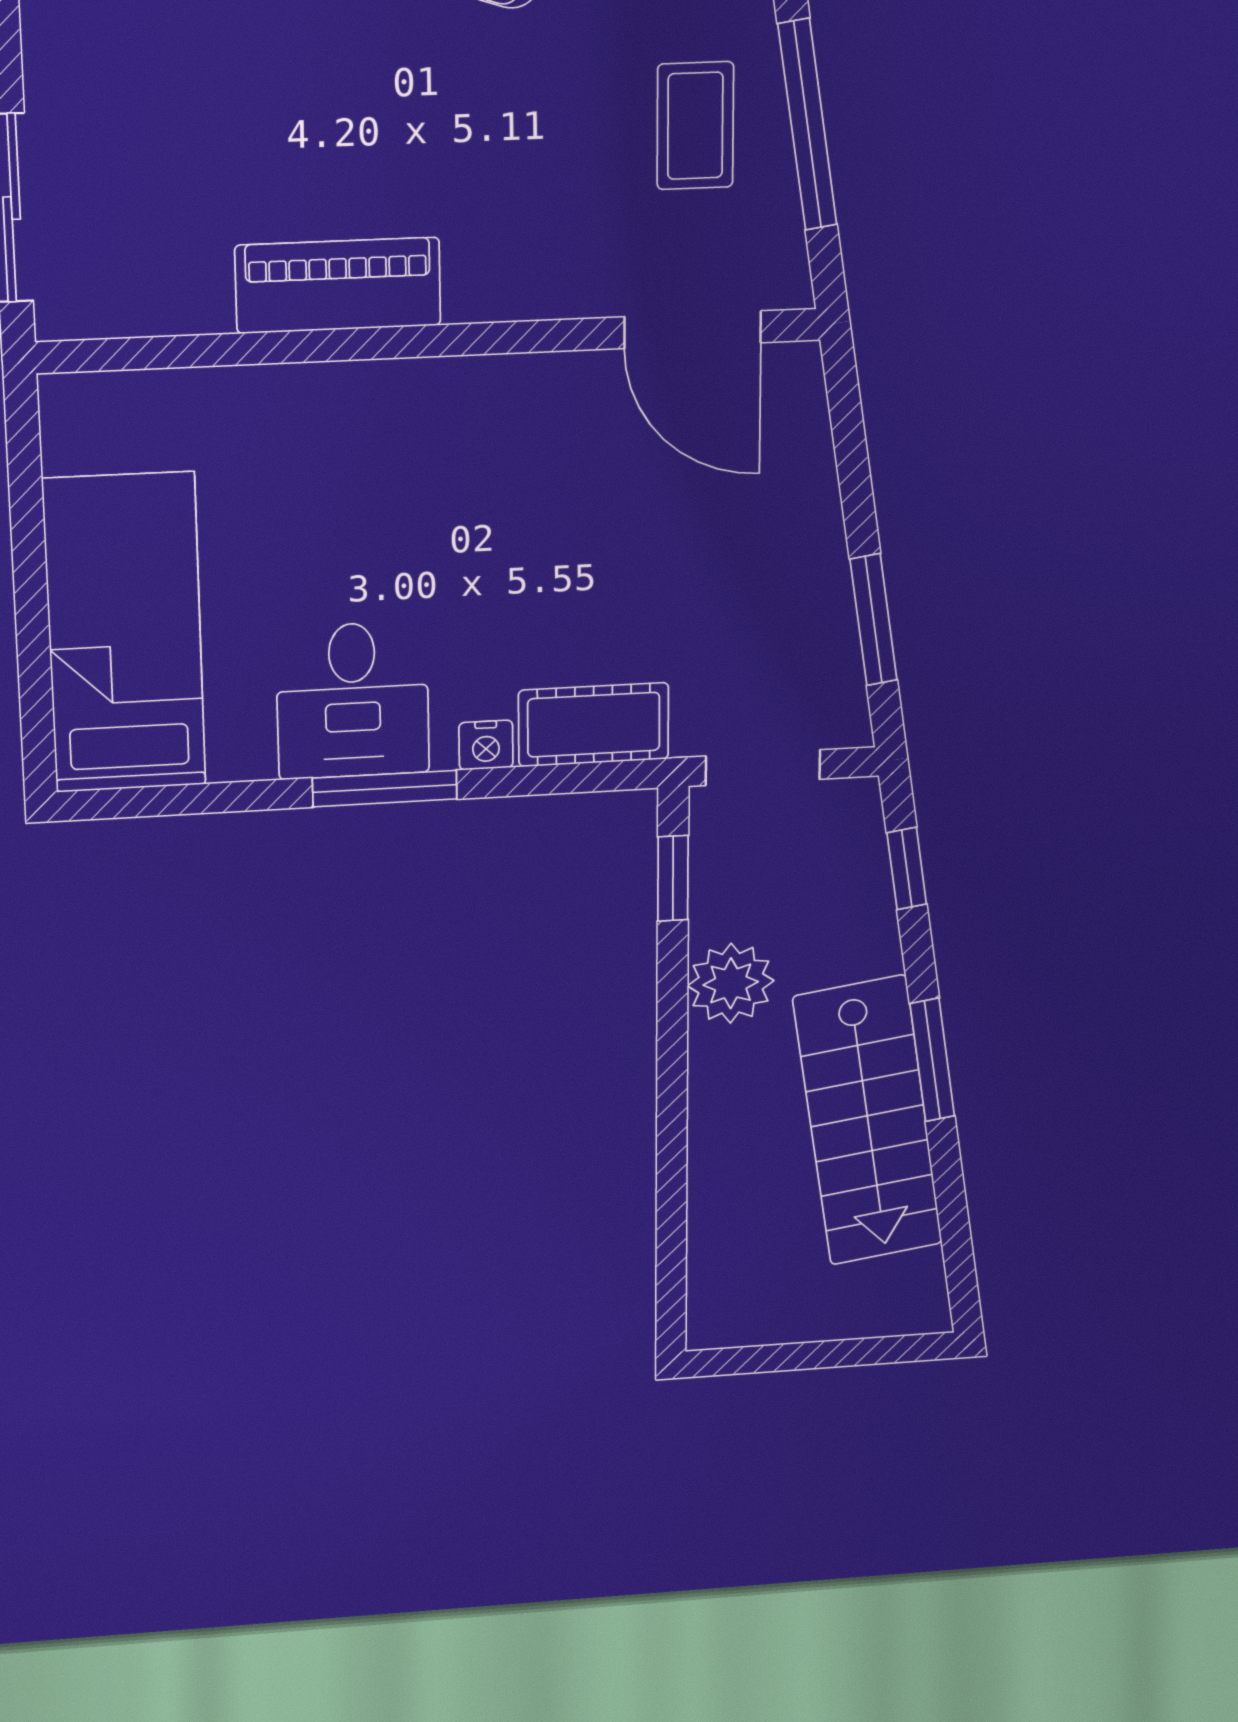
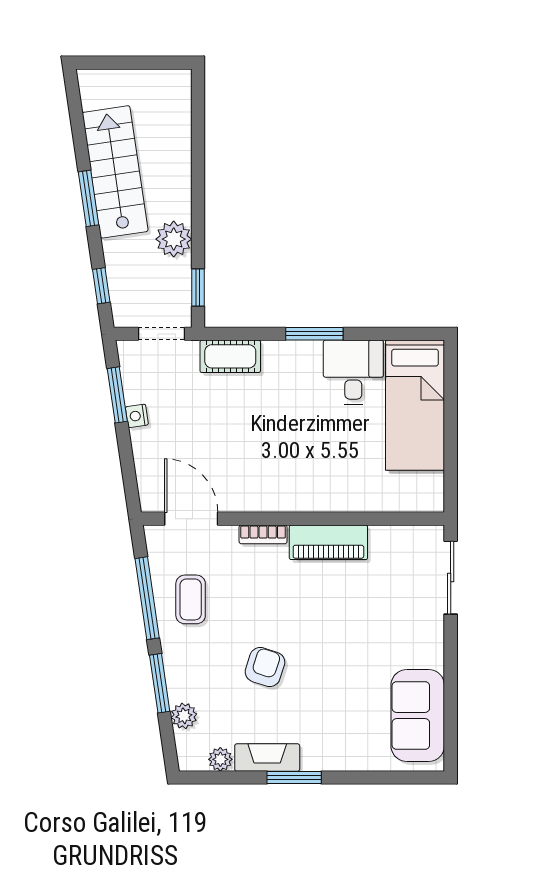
bookcase: (508, 298) -> (263, 534), added
desk: (353, 700) -> (353, 372), moved
nightstand: (486, 745) -> (137, 416), moved, turned -98

